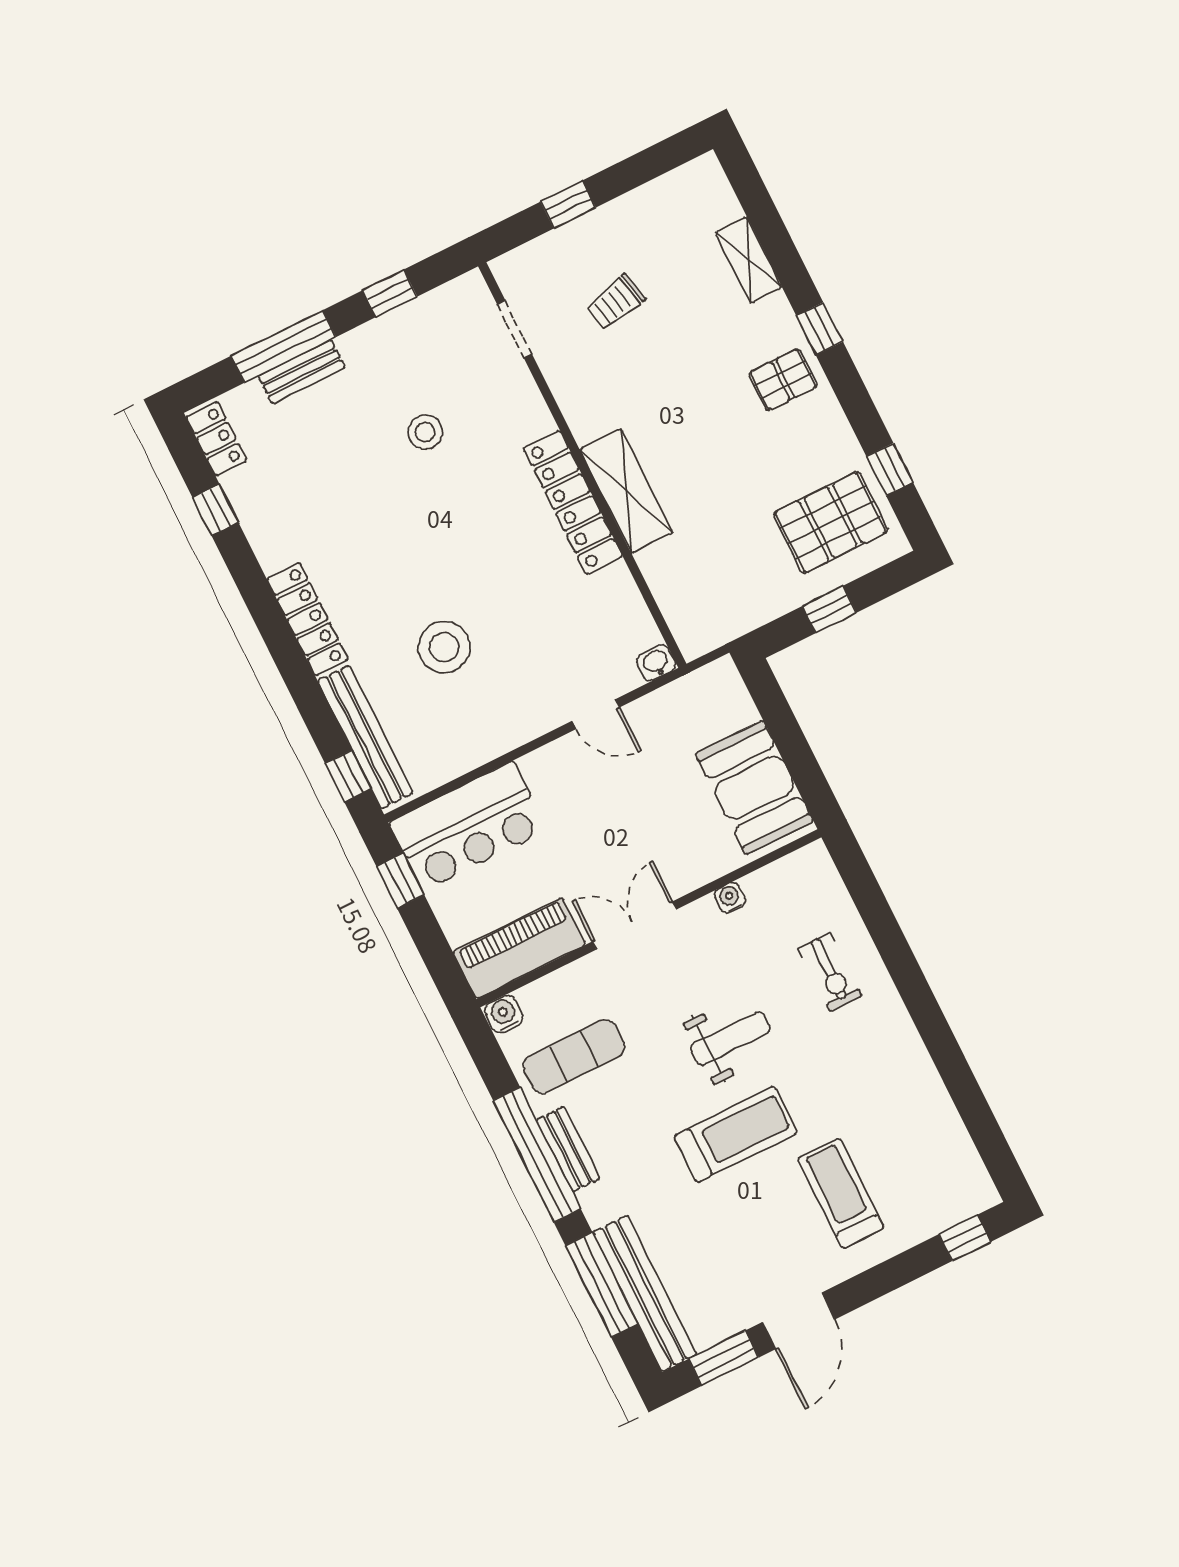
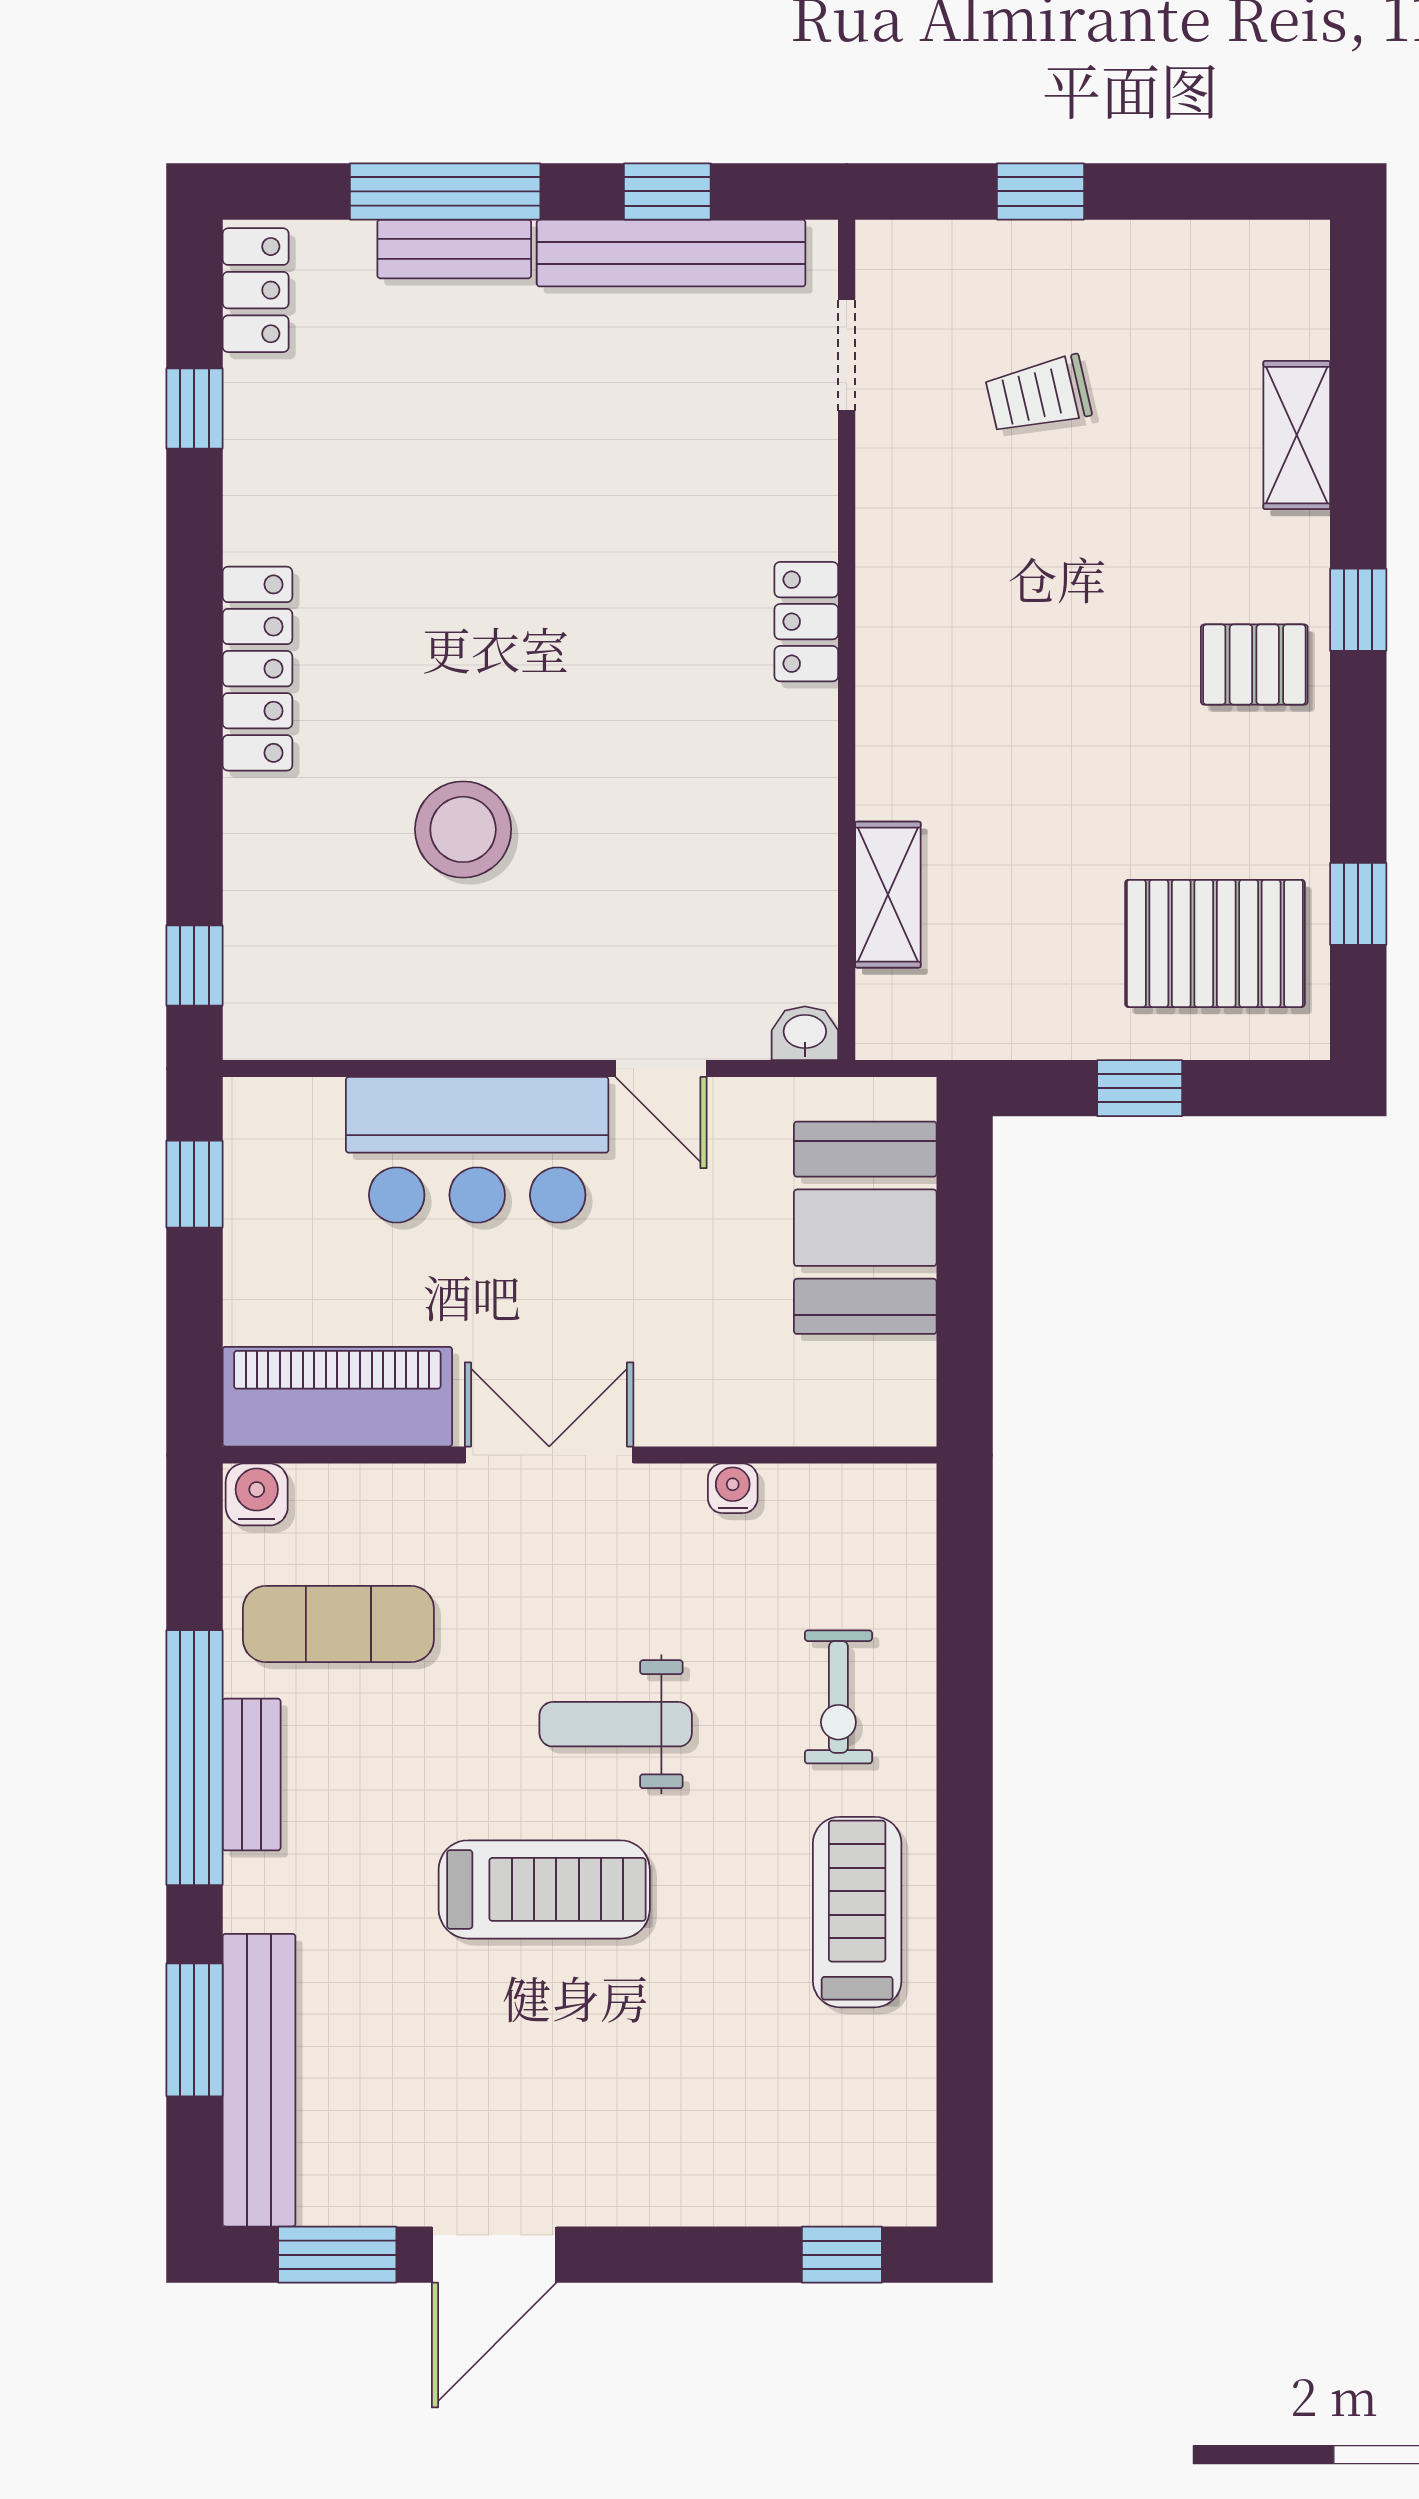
stool: (425, 432) -> (611, 453), removed
shelving: (626, 491) -> (888, 895), moved, width x0.67, depth x0.75
locker: (573, 502) -> (806, 622), width x0.46, depth x0.83
bench: (365, 737) -> (671, 253), moved, turned 90
booth: (754, 788) -> (865, 1228), moved
bar counter: (468, 826) -> (477, 1150), moved
weight bench: (730, 1038) -> (616, 1724), turned 180
treadmill: (841, 1193) -> (857, 1912), moved
window: (602, 1285) -> (194, 2030), width x0.69

